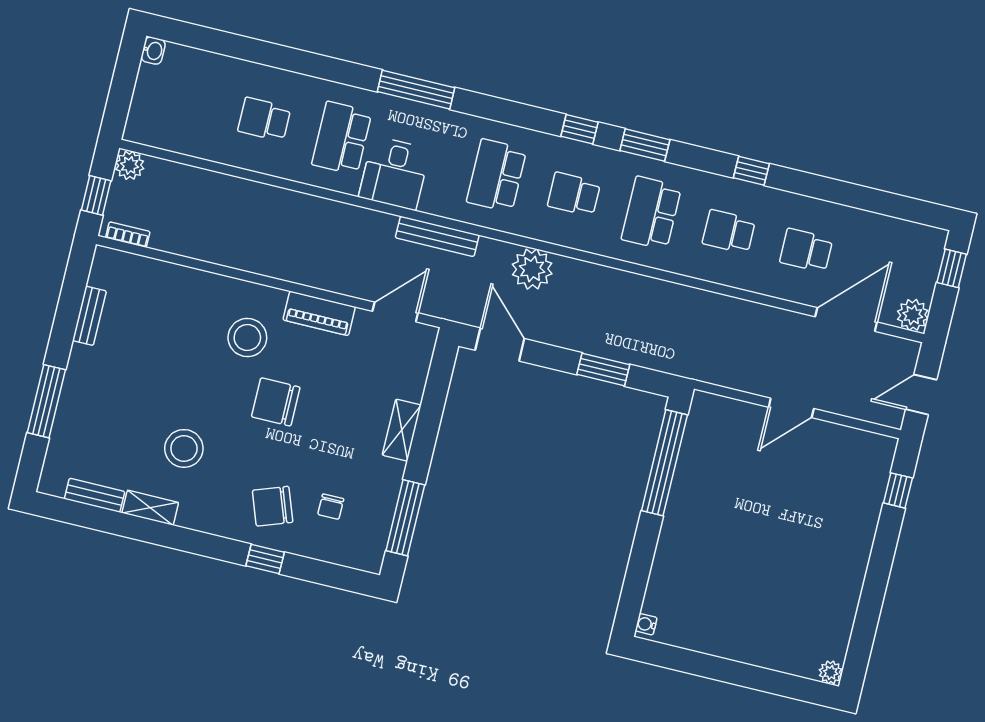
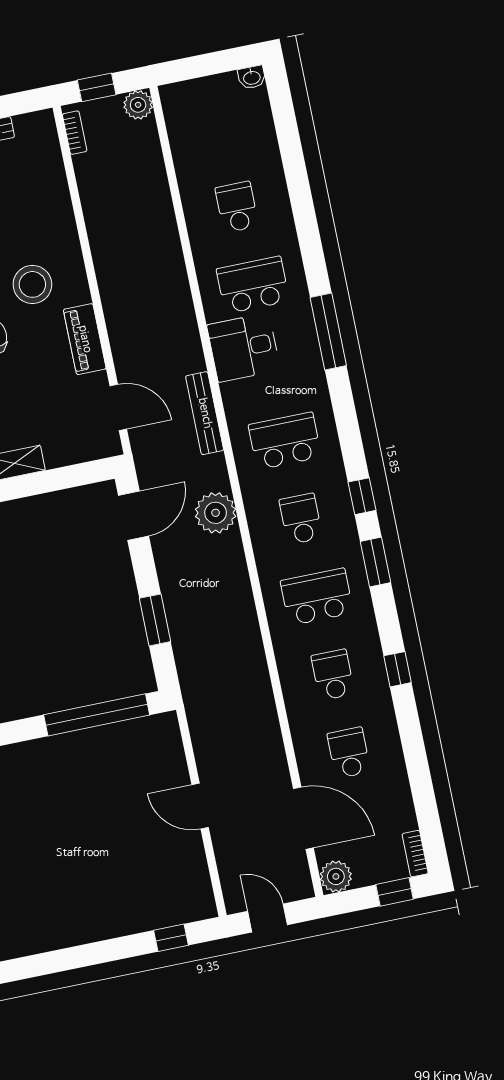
bookcase: (926, 233) -> (415, 854), added

